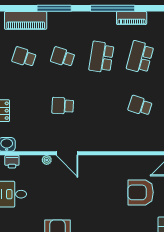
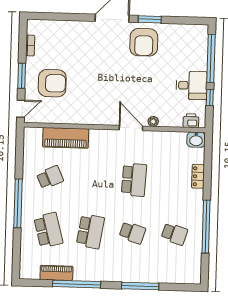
piano: (26, 20) -> (66, 138), moved, turned 180
school desk: (140, 57) -> (48, 230), turned -30
school desk: (63, 106) -> (134, 180), width x1.85
school desk: (140, 106) -> (50, 177), turned -42

